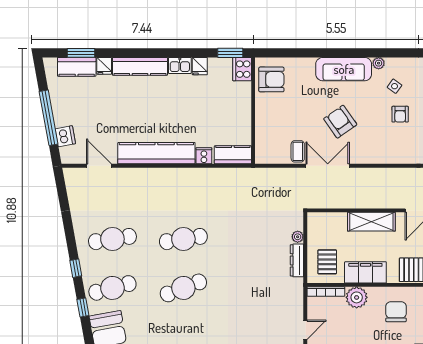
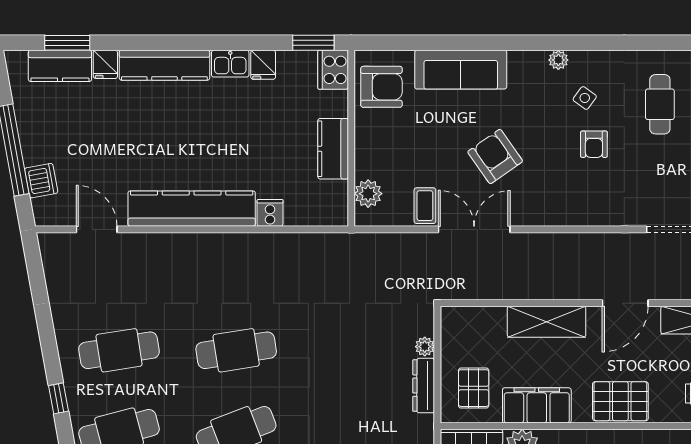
sofa: (344, 69) -> (461, 70), moved
plant: (263, 144) -> (368, 194), added
kitchen counter: (233, 155) -> (333, 149), moved, turned -90

